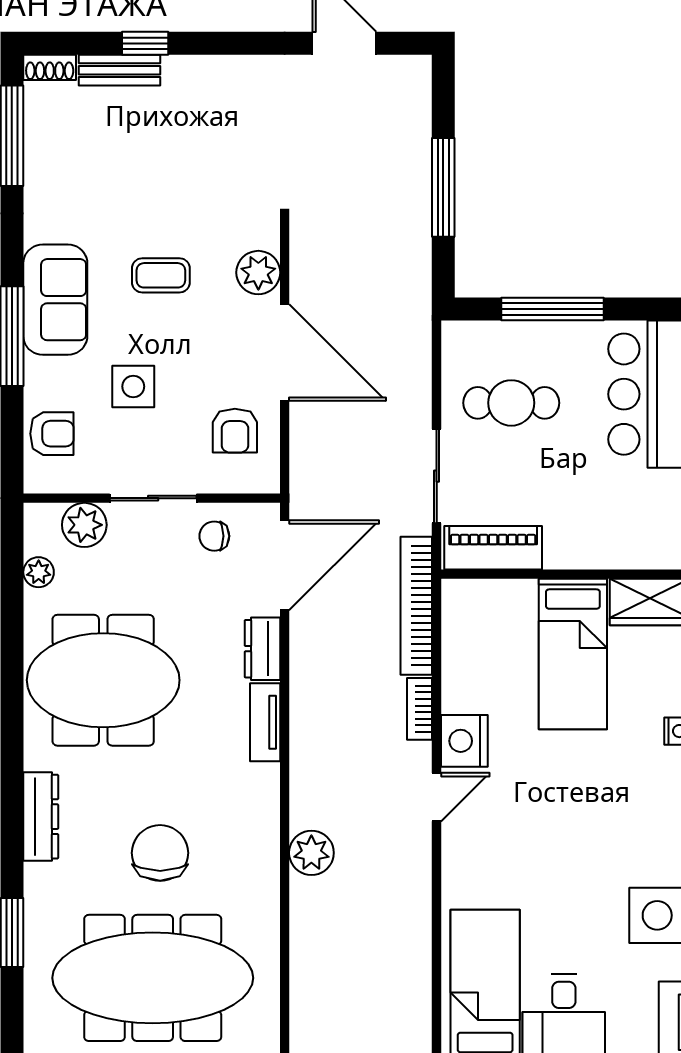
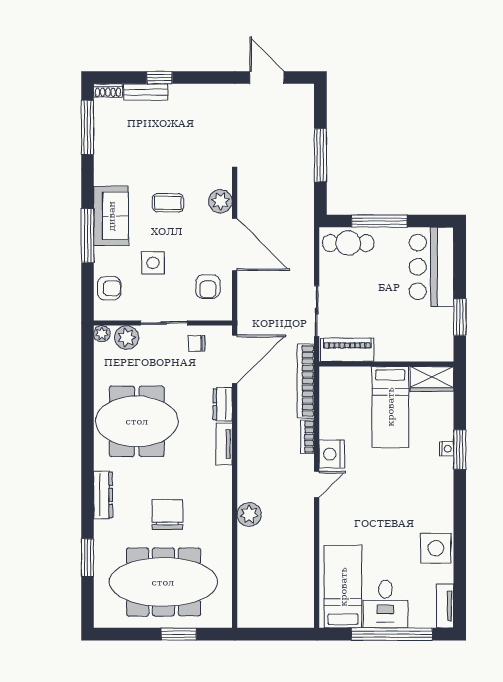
cafe table: (511, 403) -> (348, 243), moved
plant: (39, 572) -> (102, 334), moved

